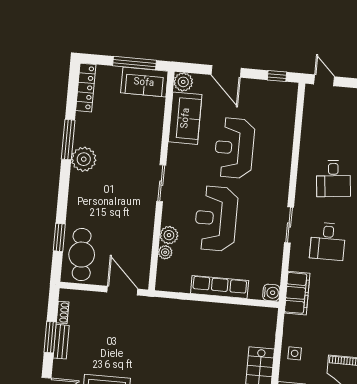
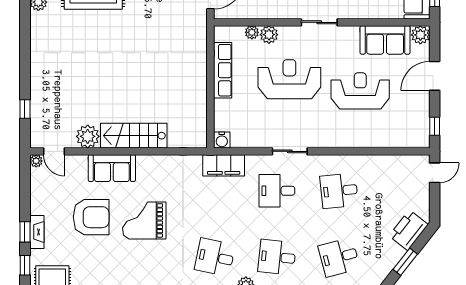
row of seats: (220, 287) -> (223, 70), moved
side table: (295, 353) -> (164, 168), removed

